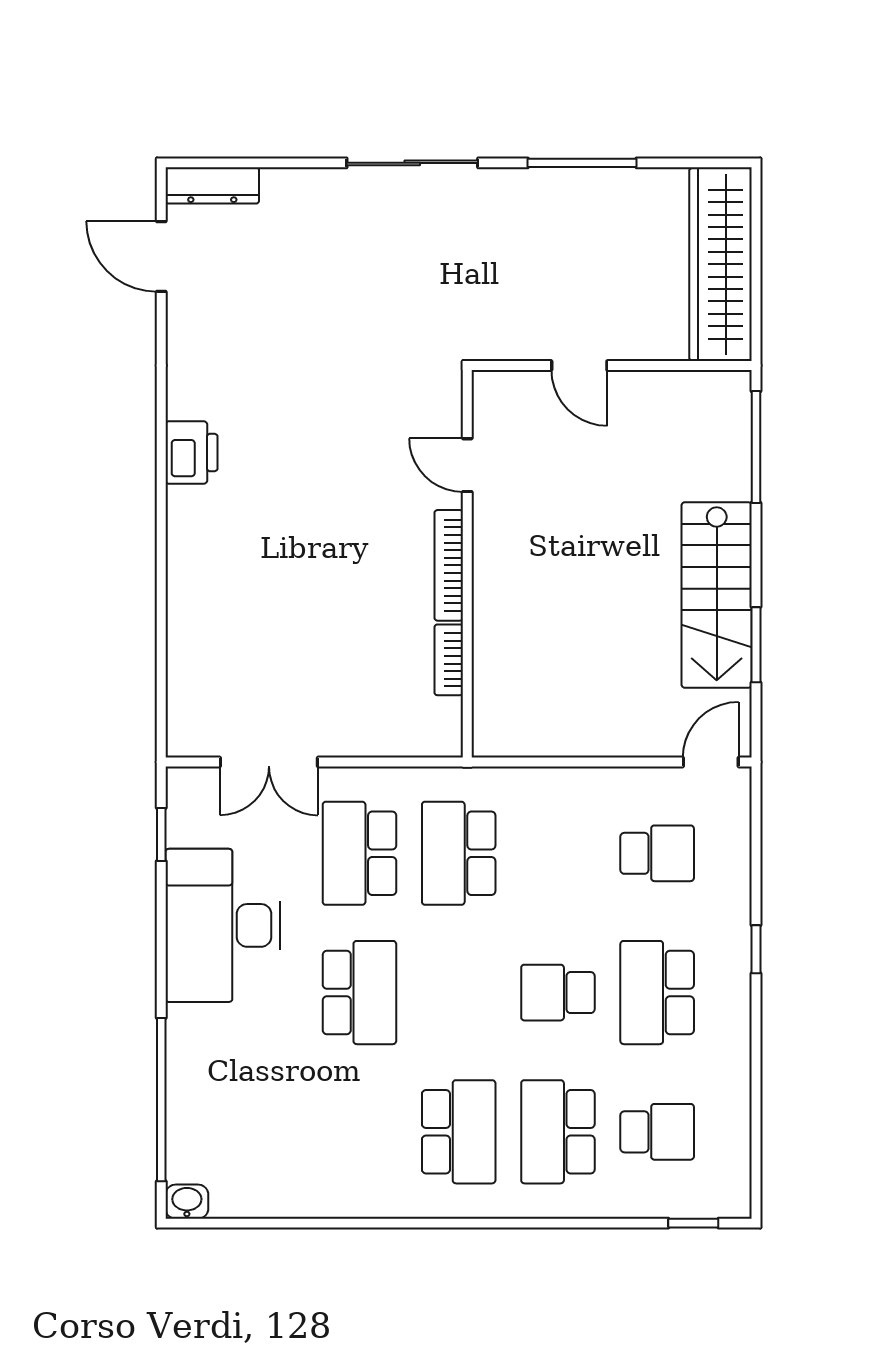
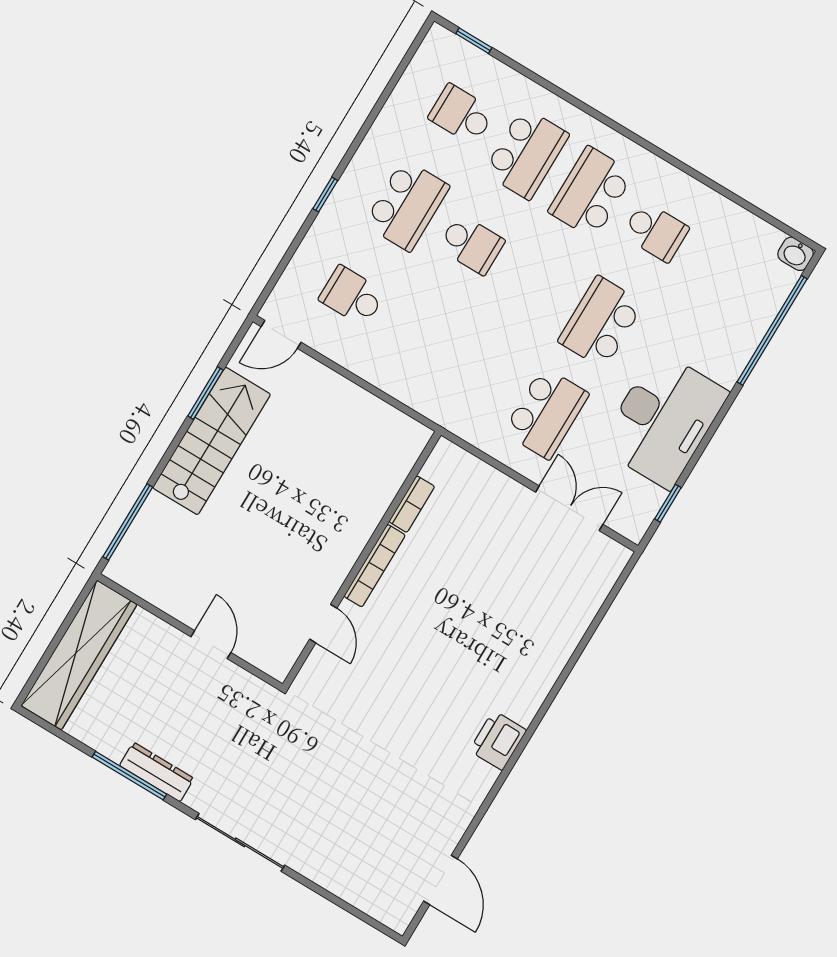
dresser: (212, 185) -> (157, 772), moved
school desk: (459, 853) -> (656, 231), moved, width x0.54

